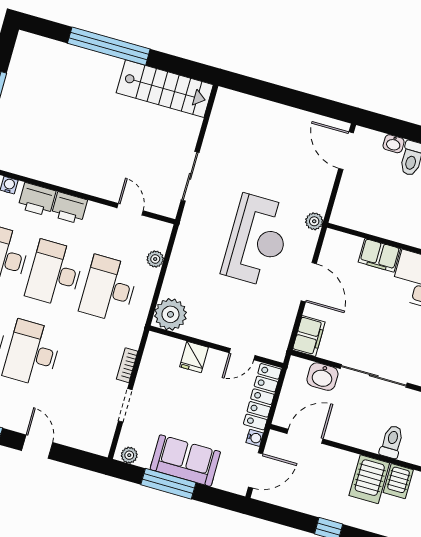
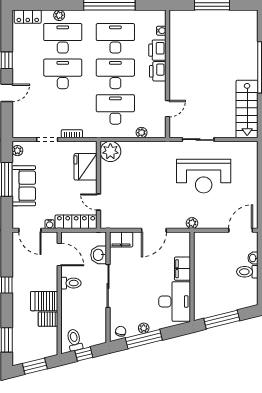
reception desk: (257, 240) -> (204, 176), moved
fridge: (194, 357) -> (86, 167), width x1.88, depth x1.34
toilet: (392, 442) -> (71, 283), moved

